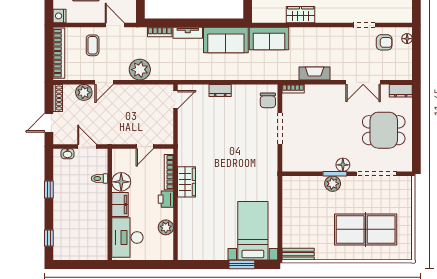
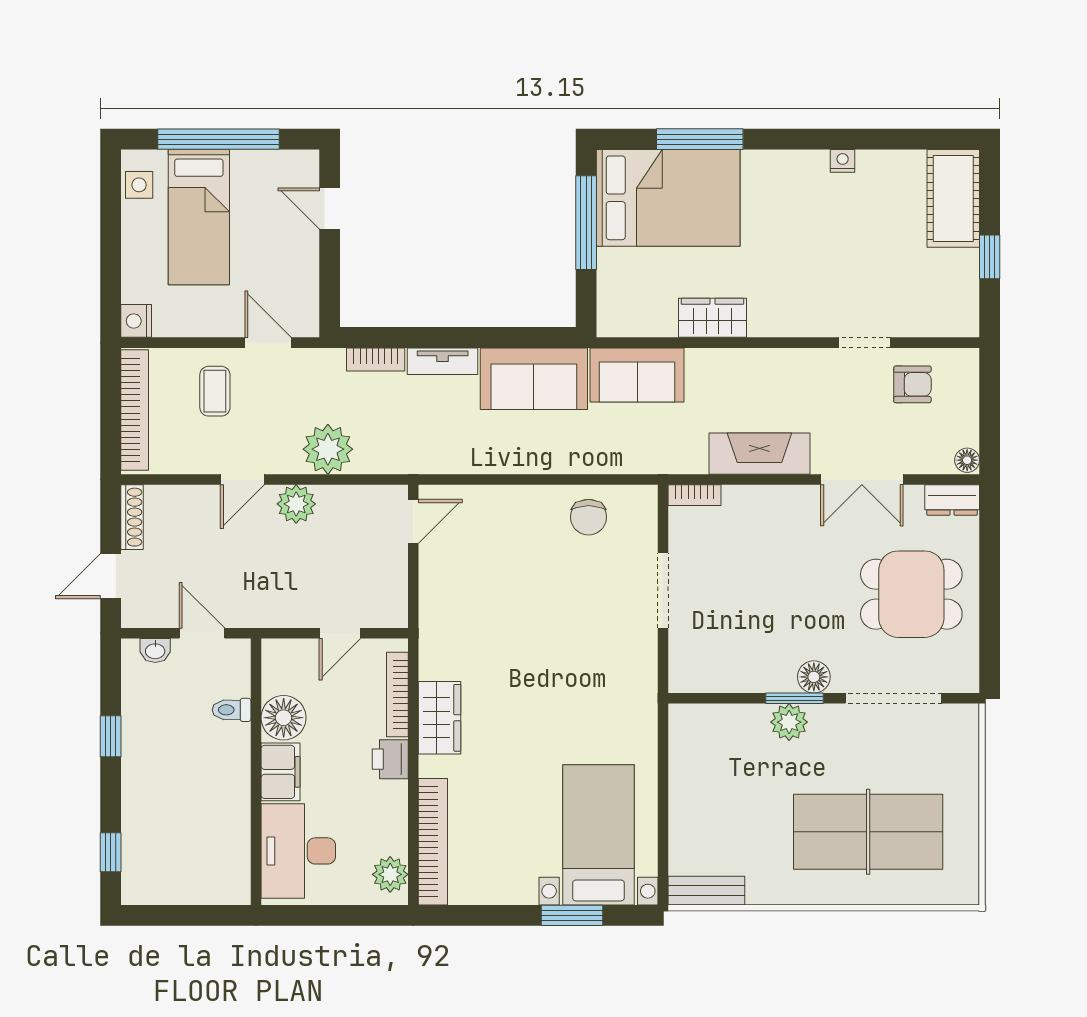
floor lamp: (407, 39) -> (967, 460), moved
fireplace: (315, 73) -> (759, 454), width x1.37, depth x1.32
dresser: (220, 90) -> (520, 499), removed
plant: (84, 92) -> (296, 504), moved
chair: (268, 100) -> (589, 517), moved
plant: (166, 227) -> (390, 874), moved
bookcase: (184, 234) -> (433, 842), added

